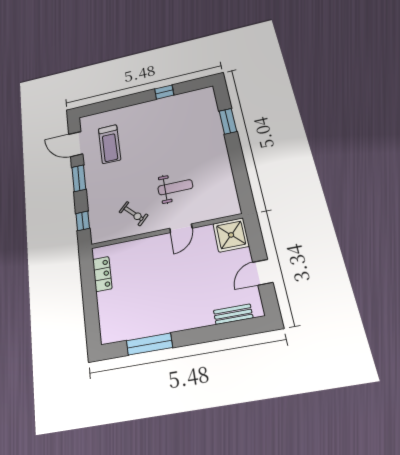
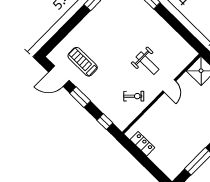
treadmill: (110, 144) -> (83, 62), turned 180
weight bench: (175, 187) -> (148, 63), turned 90

